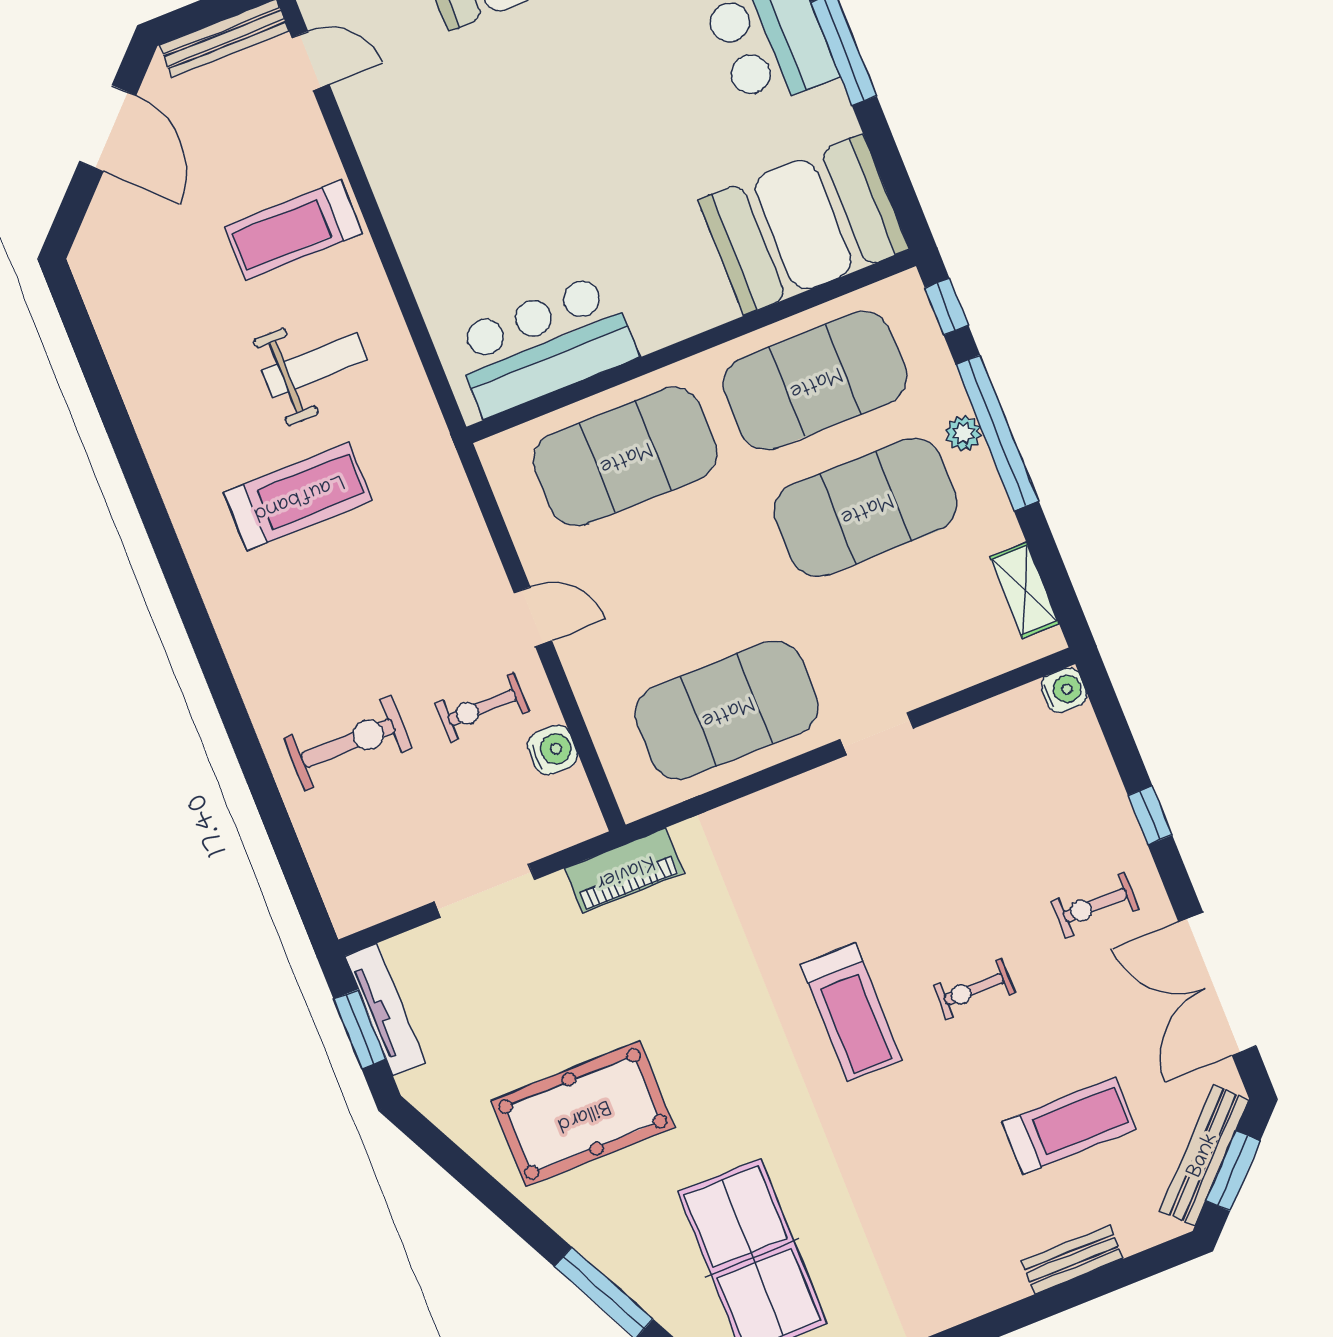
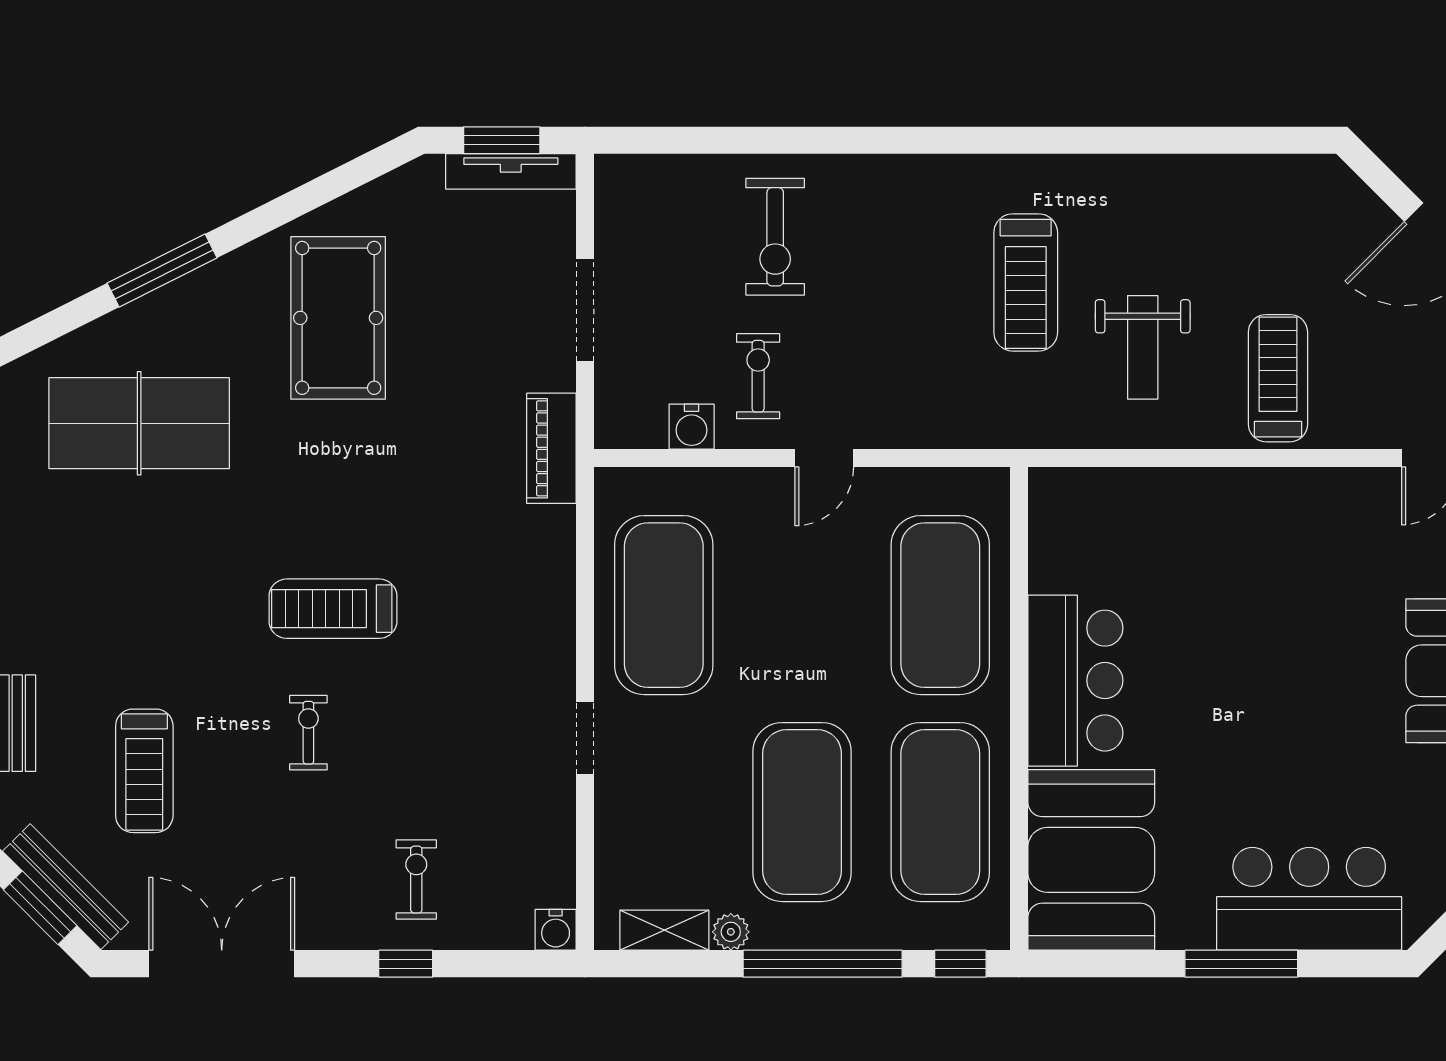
bar counter: (544, 345) -> (1075, 681), moved
plant: (963, 433) -> (731, 932), moved
exercise bike: (1095, 905) -> (416, 880), moved

